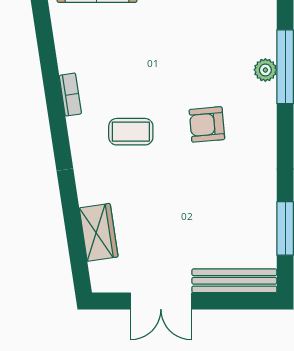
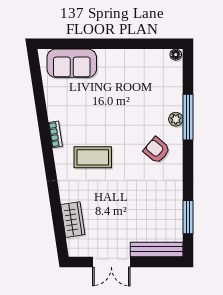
armchair: (207, 124) -> (157, 150), moved, turned 45
coffee table: (131, 132) -> (93, 157), width x1.36, depth x1.30

